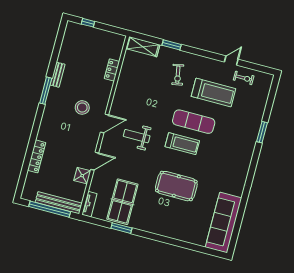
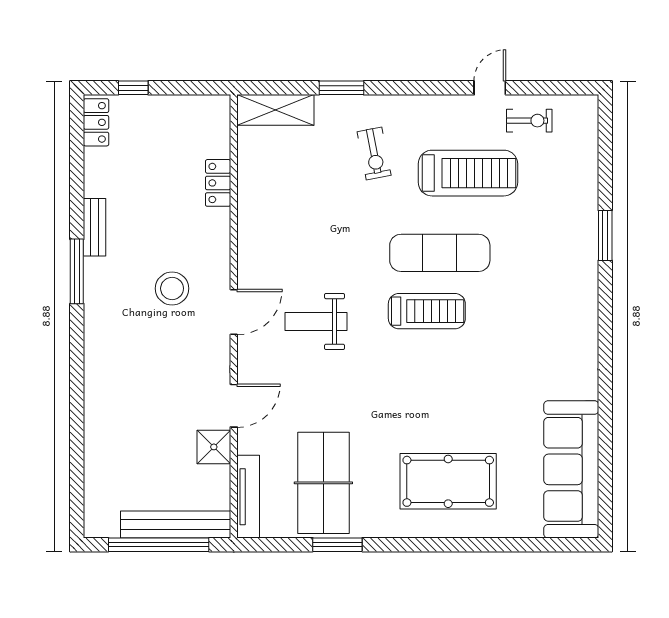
locker: (37, 156) -> (96, 122), moved, width x0.66
pool table: (176, 186) -> (448, 481), moved
tv unit: (89, 204) -> (248, 497), width x1.41

